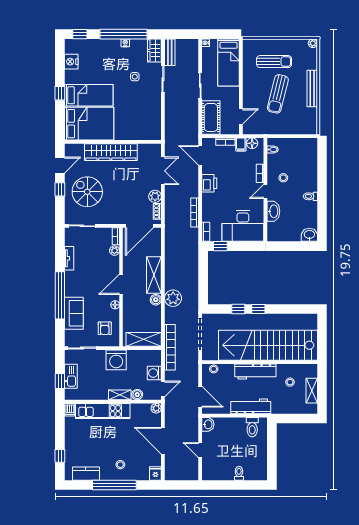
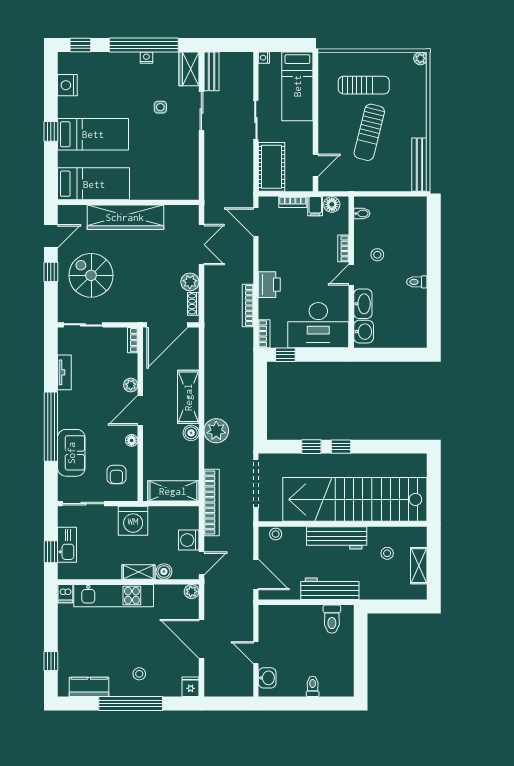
bench: (312, 88) -> (419, 165), moved
bed: (89, 124) -> (94, 184), width x0.67
printer: (209, 183) -> (269, 285), moved
washbasin: (309, 235) -> (364, 332), moved, turned 90
plant: (114, 251) -> (131, 385), moved
washbasin: (208, 424) -> (267, 678), moved

